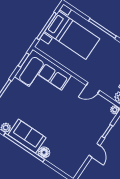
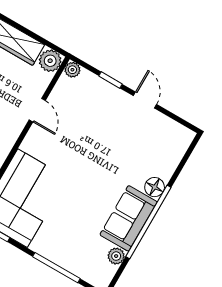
door: (94, 150) -> (145, 100), hinge flipped

